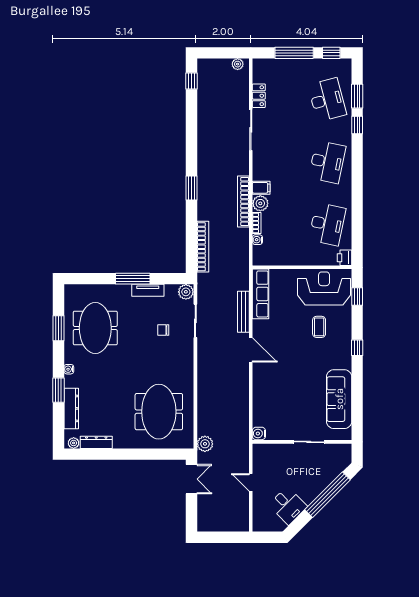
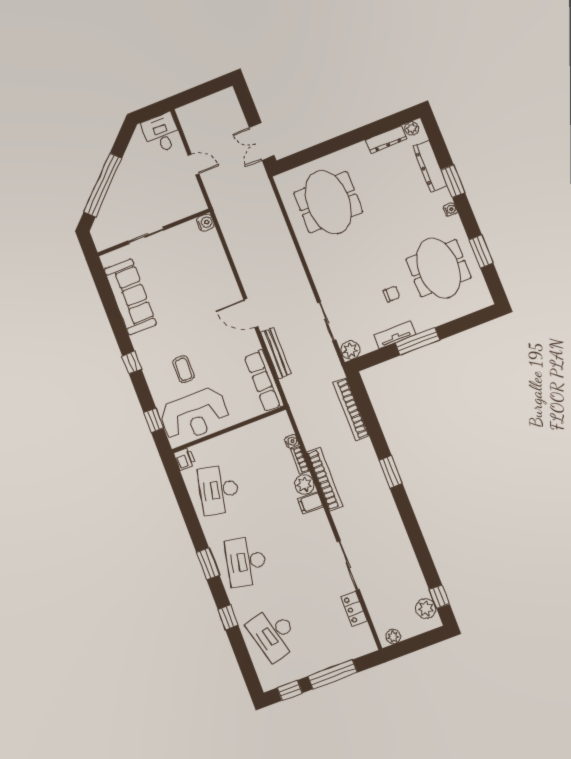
window: (357, 96) -> (208, 564), moved
chair: (163, 330) -> (392, 294), moved
plant: (205, 444) -> (426, 609), moved
desk: (288, 506) -> (162, 133), moved, turned 45

